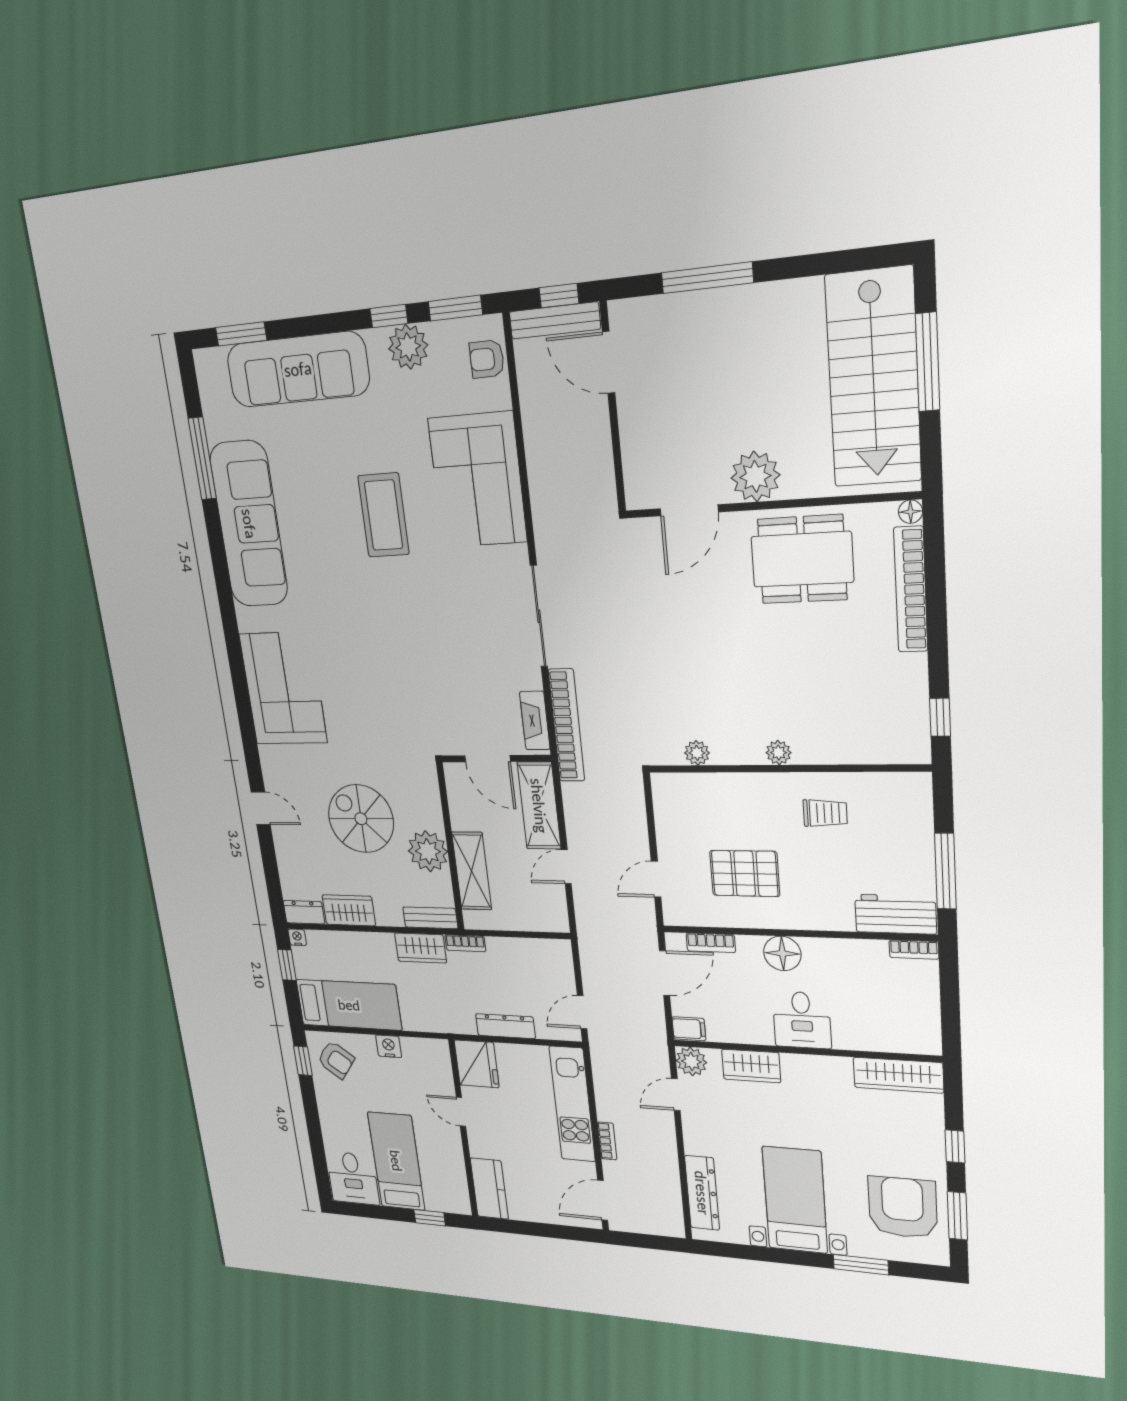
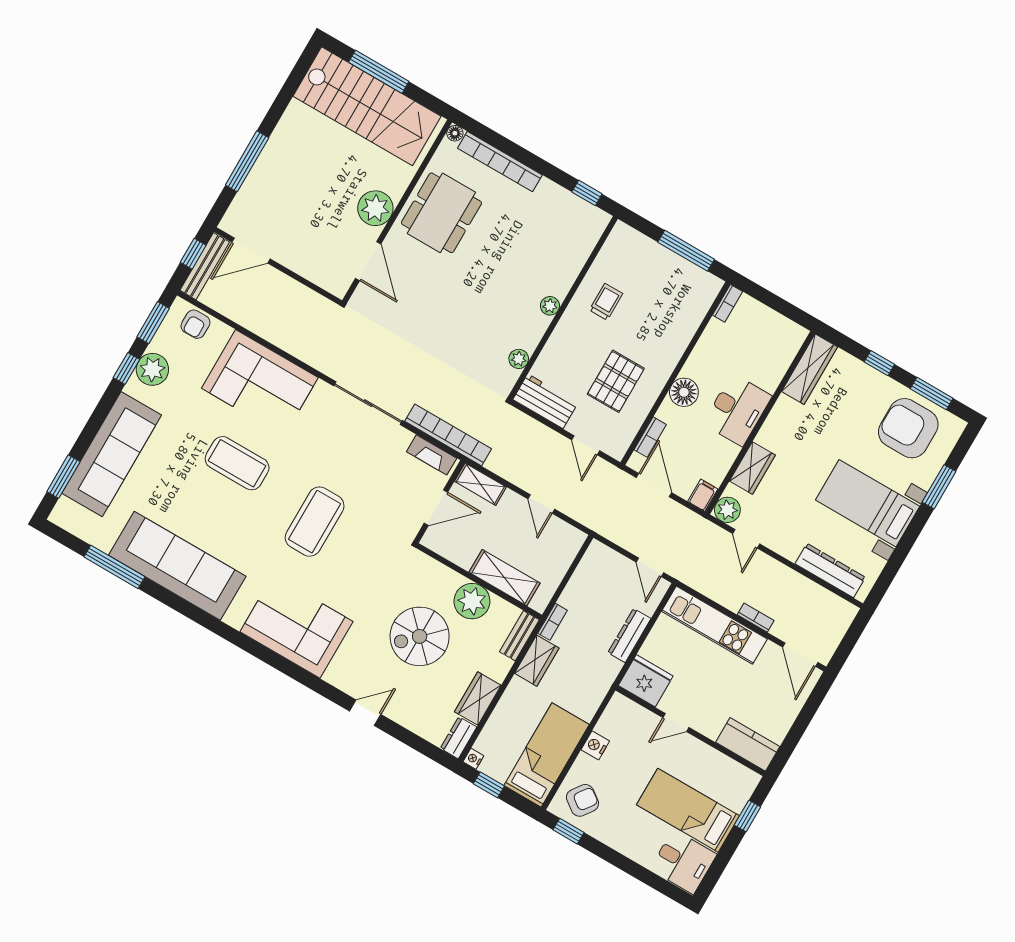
coffee table: (387, 639) -> (315, 522), added
shelving: (539, 806) -> (480, 484), width x0.67, depth x0.75
workbench: (895, 914) -> (545, 401), moved, turned 90
desk: (802, 1020) -> (737, 410), width x1.37

